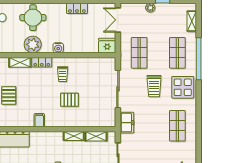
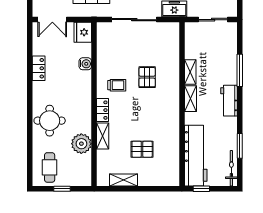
plant: (33, 44) -> (81, 144), moved
water cooler: (58, 48) -> (85, 64), moved
filing cabinet: (39, 120) -> (171, 113), removed
shelving: (96, 136) -> (190, 99), moved

